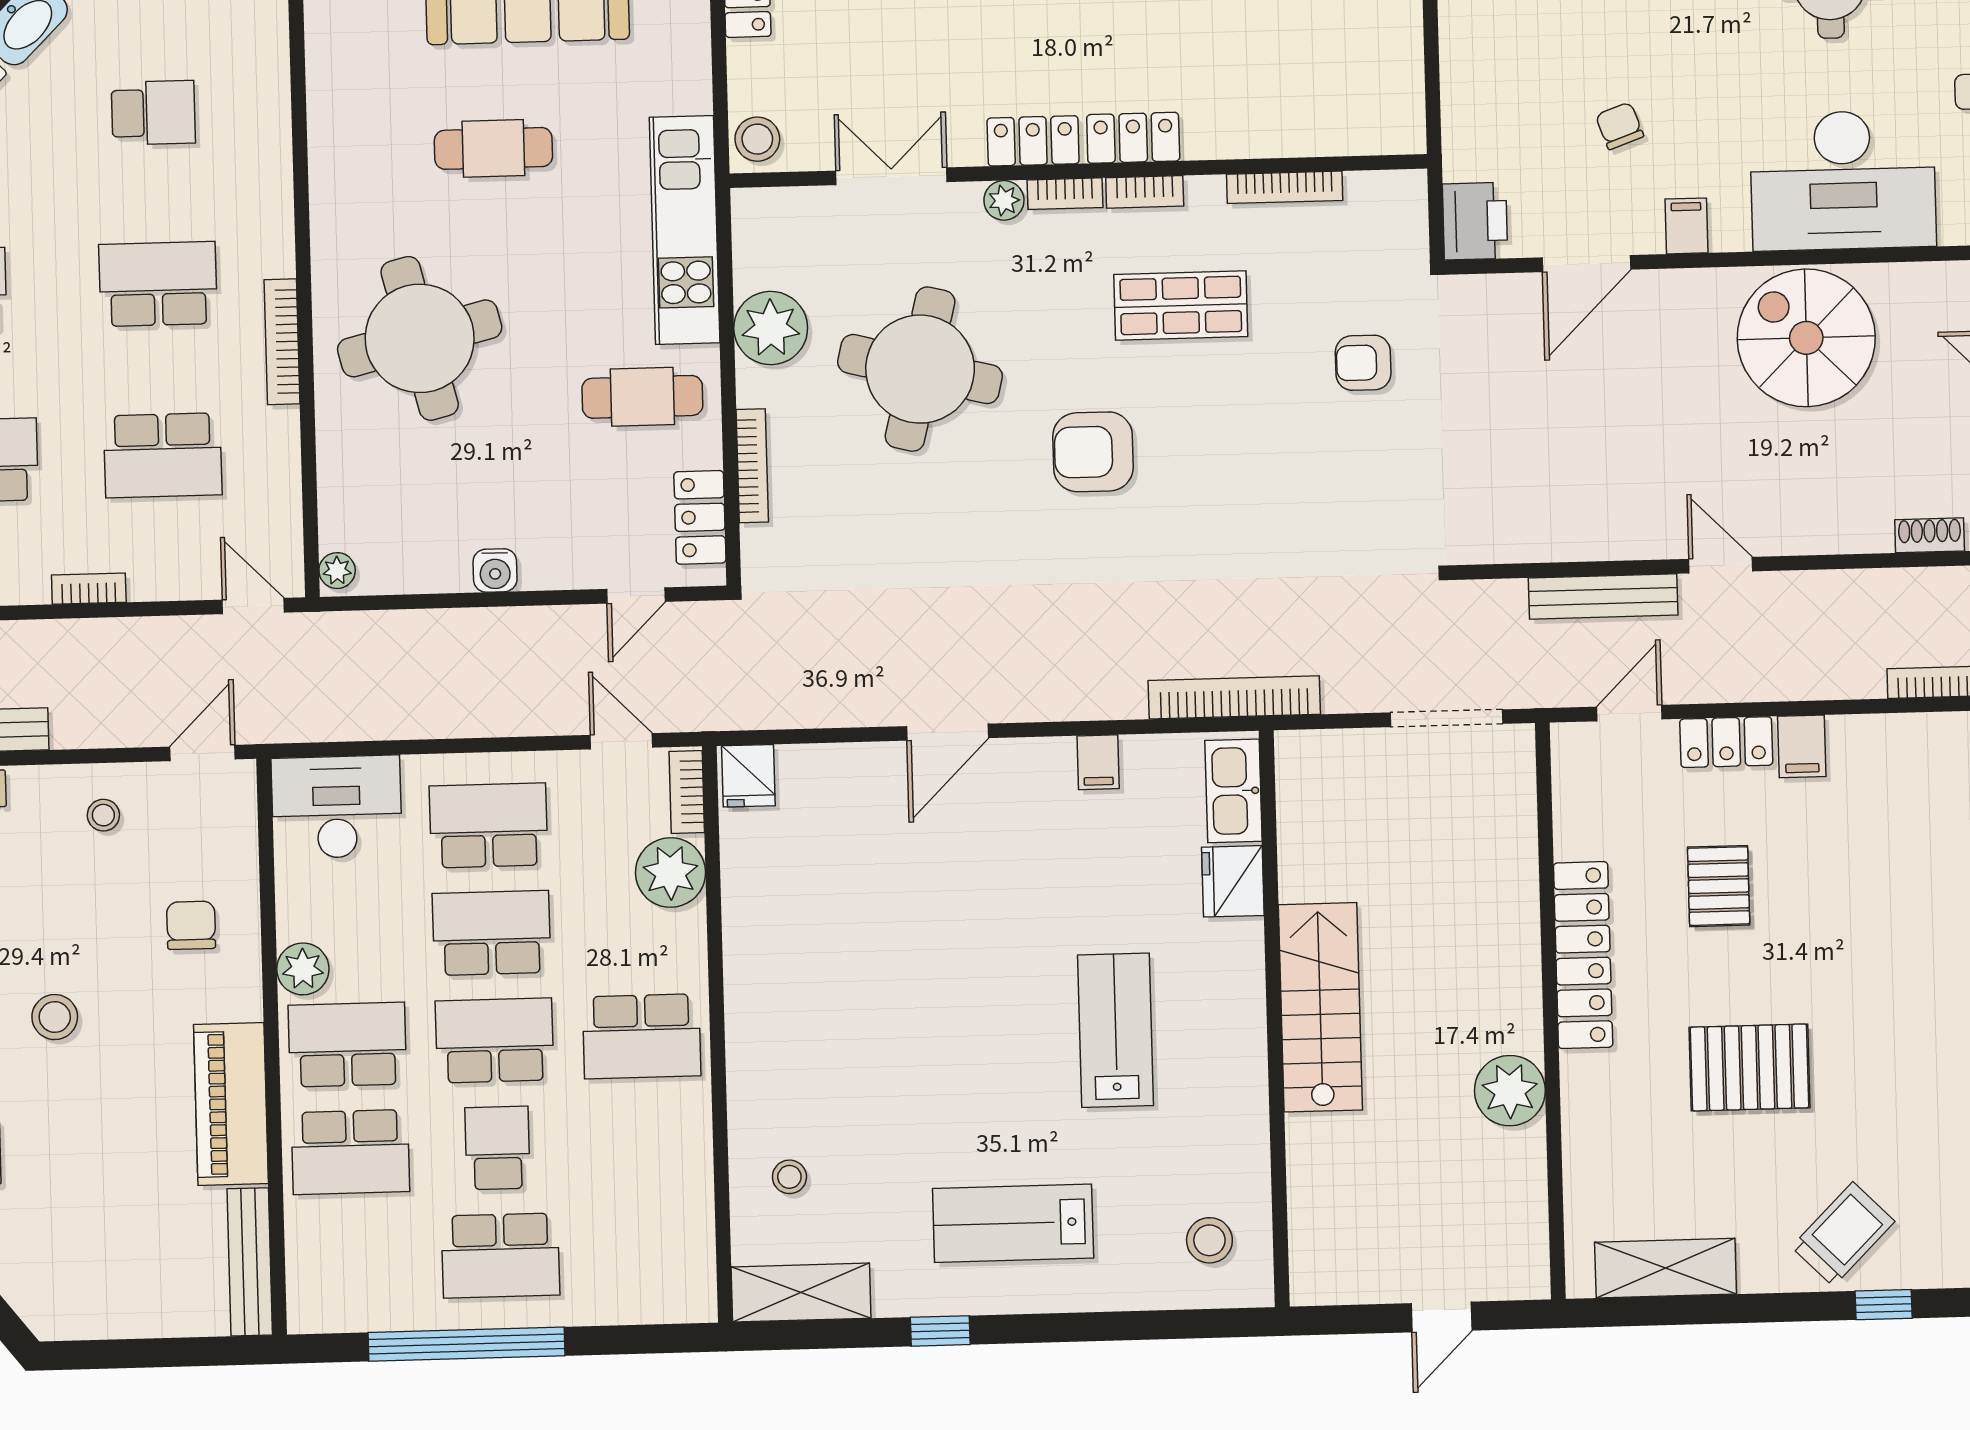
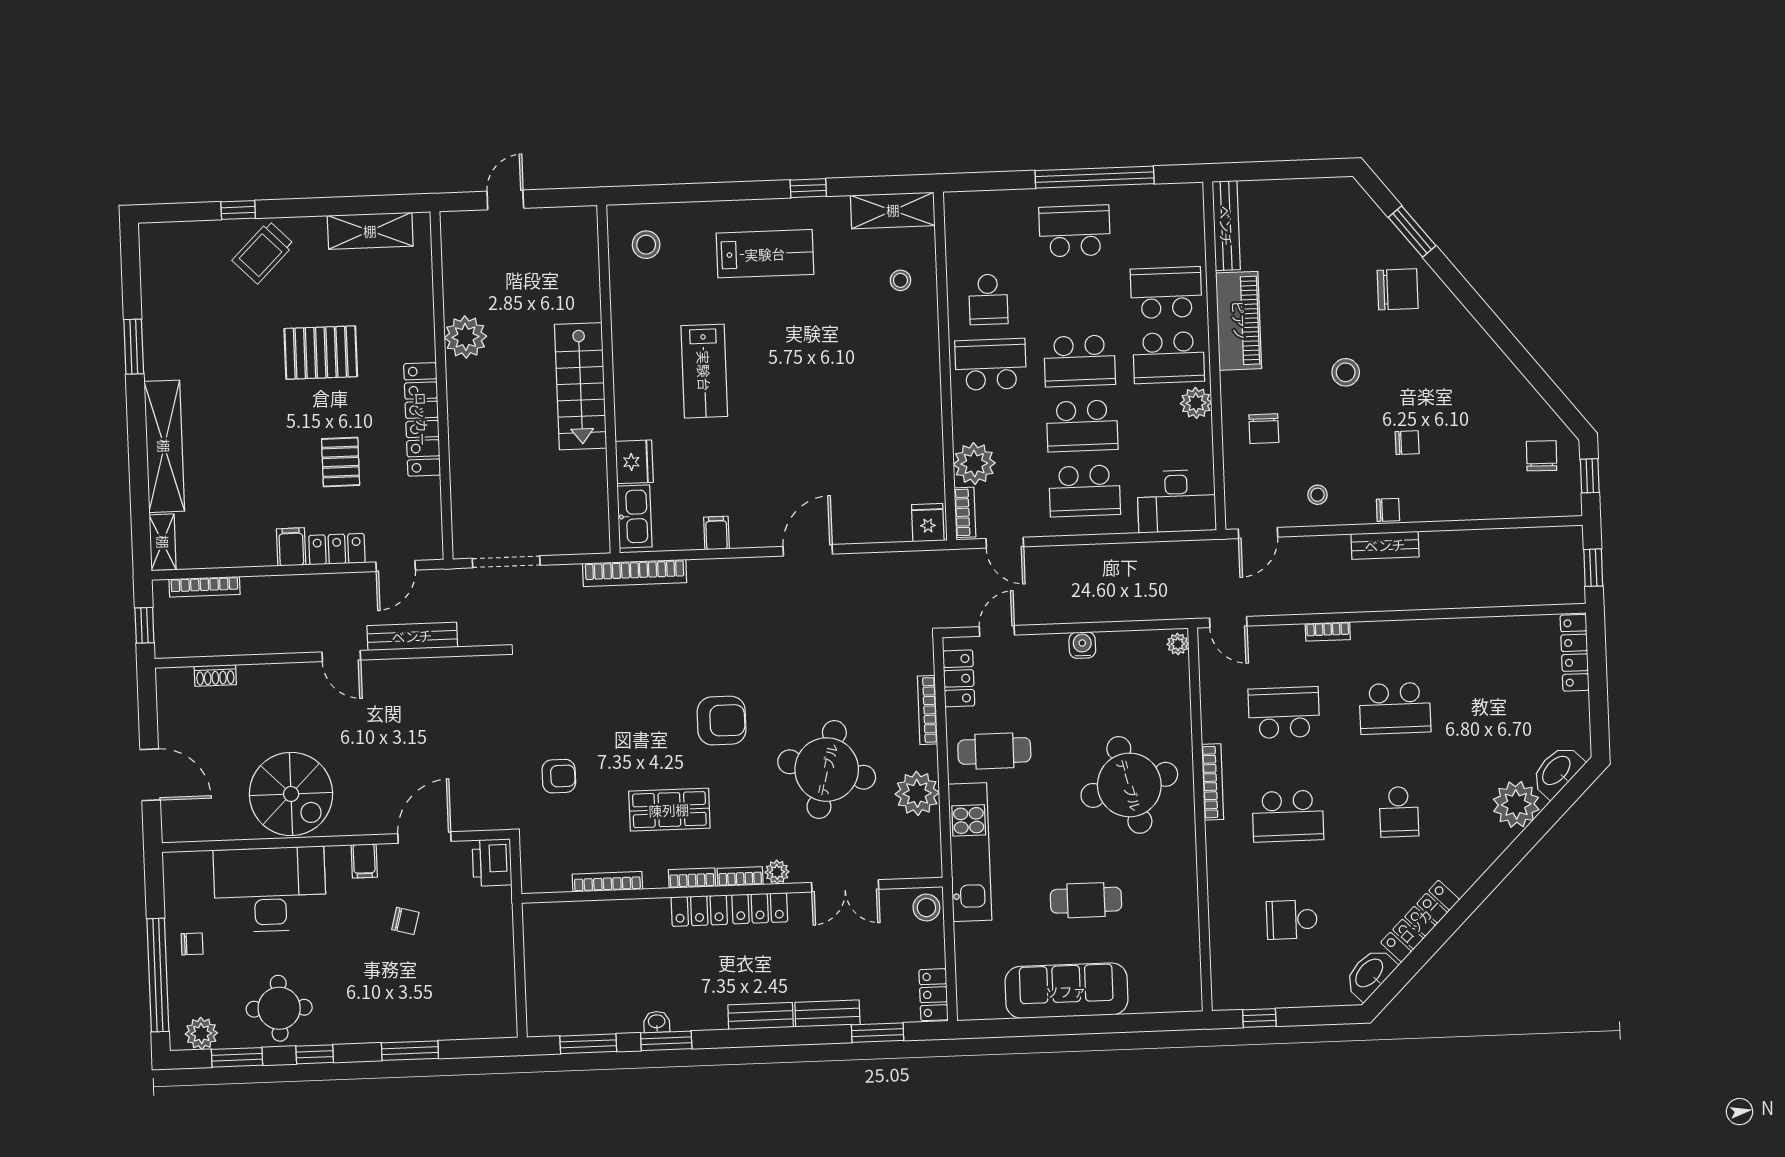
chair: (1620, 126) -> (405, 921), turned -55
school desk: (497, 1148) -> (988, 299), moved

